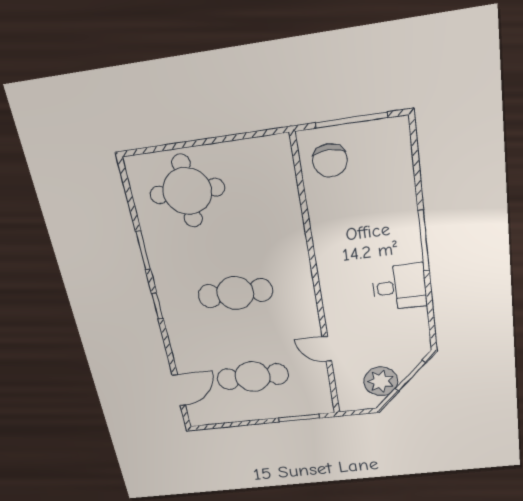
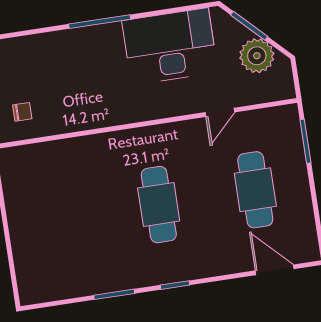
chair: (330, 160) -> (22, 112), width x0.54, depth x0.54
round table: (187, 191) -> (53, 246), removed
desk: (399, 287) -> (170, 46), width x1.87, depth x1.30

